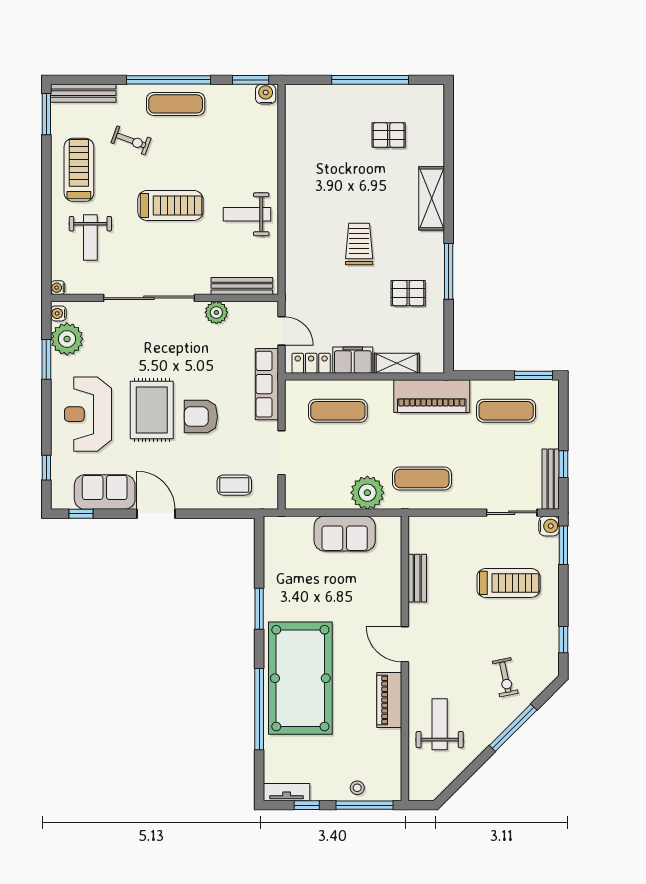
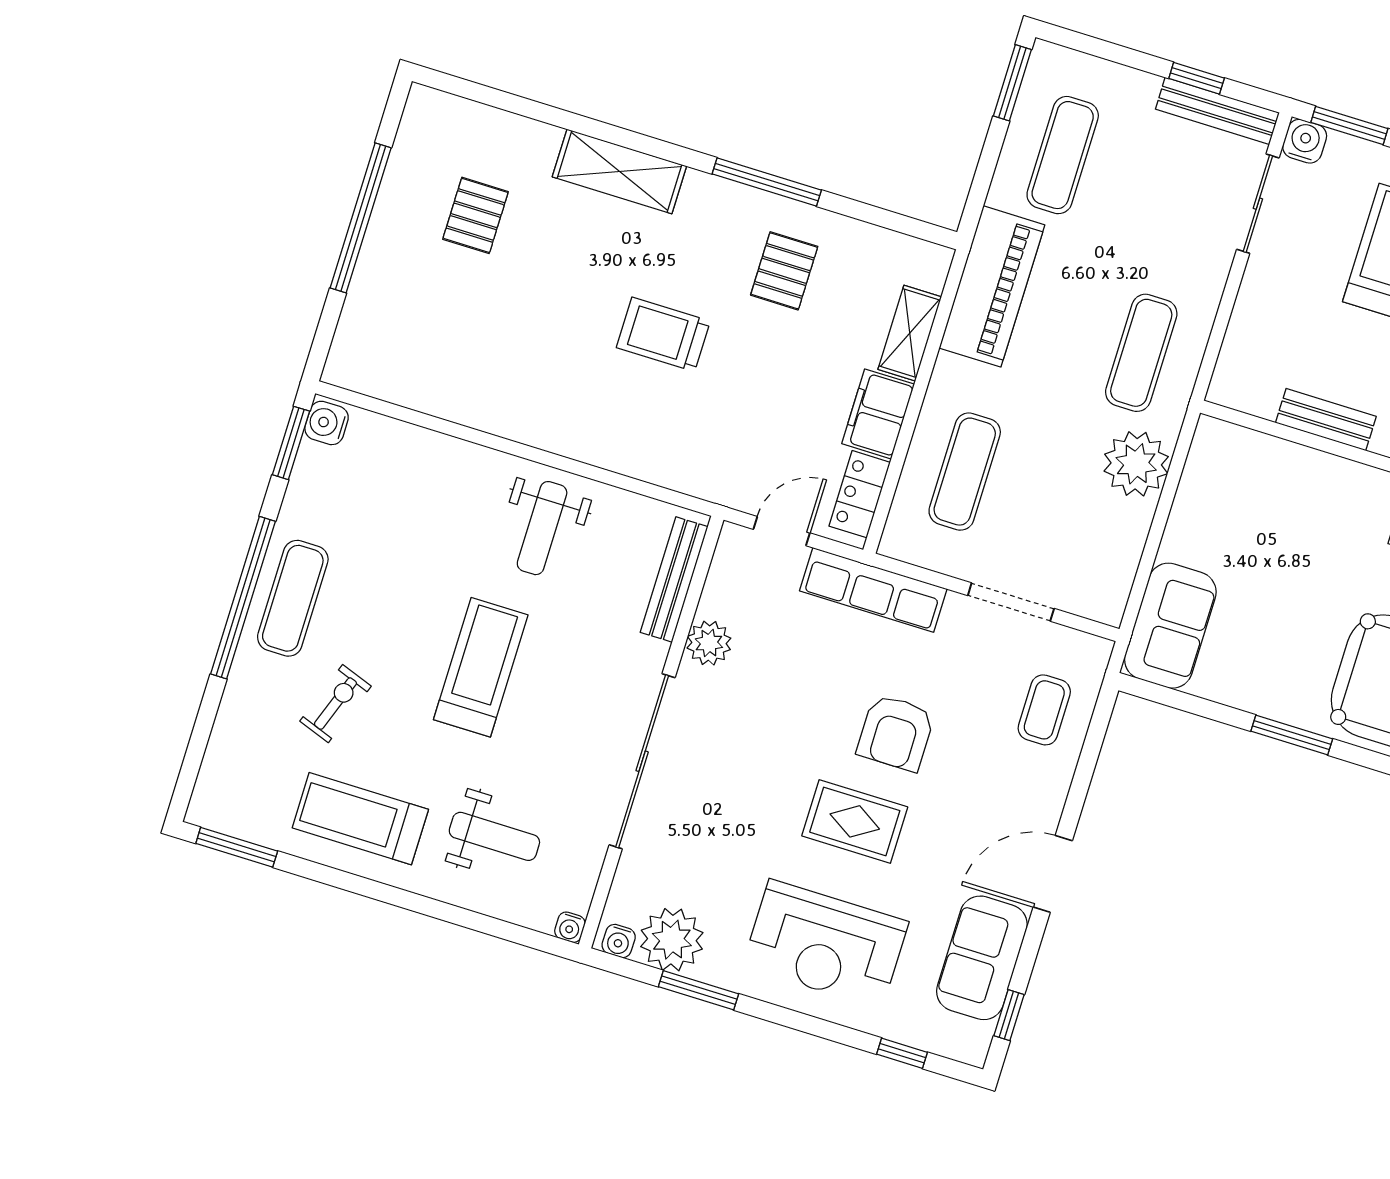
bench: (83, 93) -> (219, 766), removed
rug: (152, 410) -> (855, 821), width x0.73, depth x0.70
sofa: (345, 534) -> (1170, 626), moved

